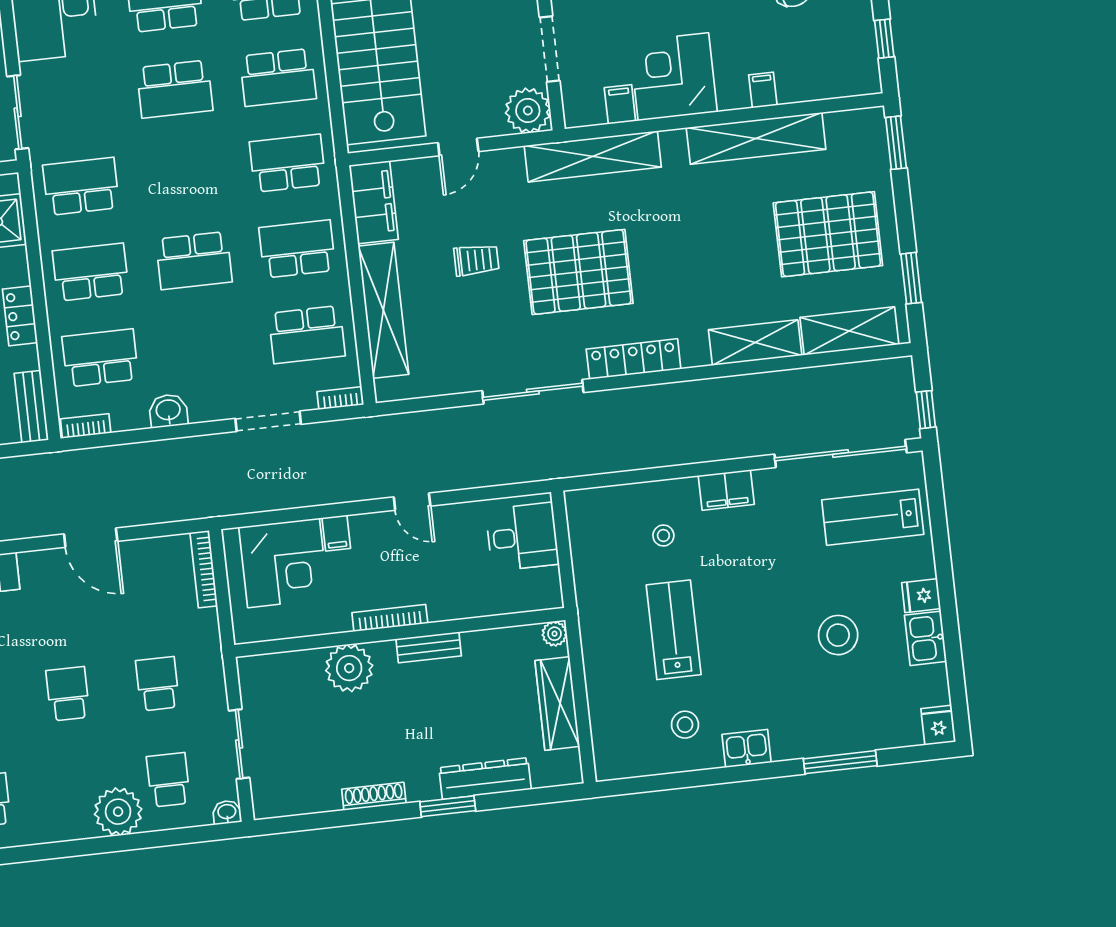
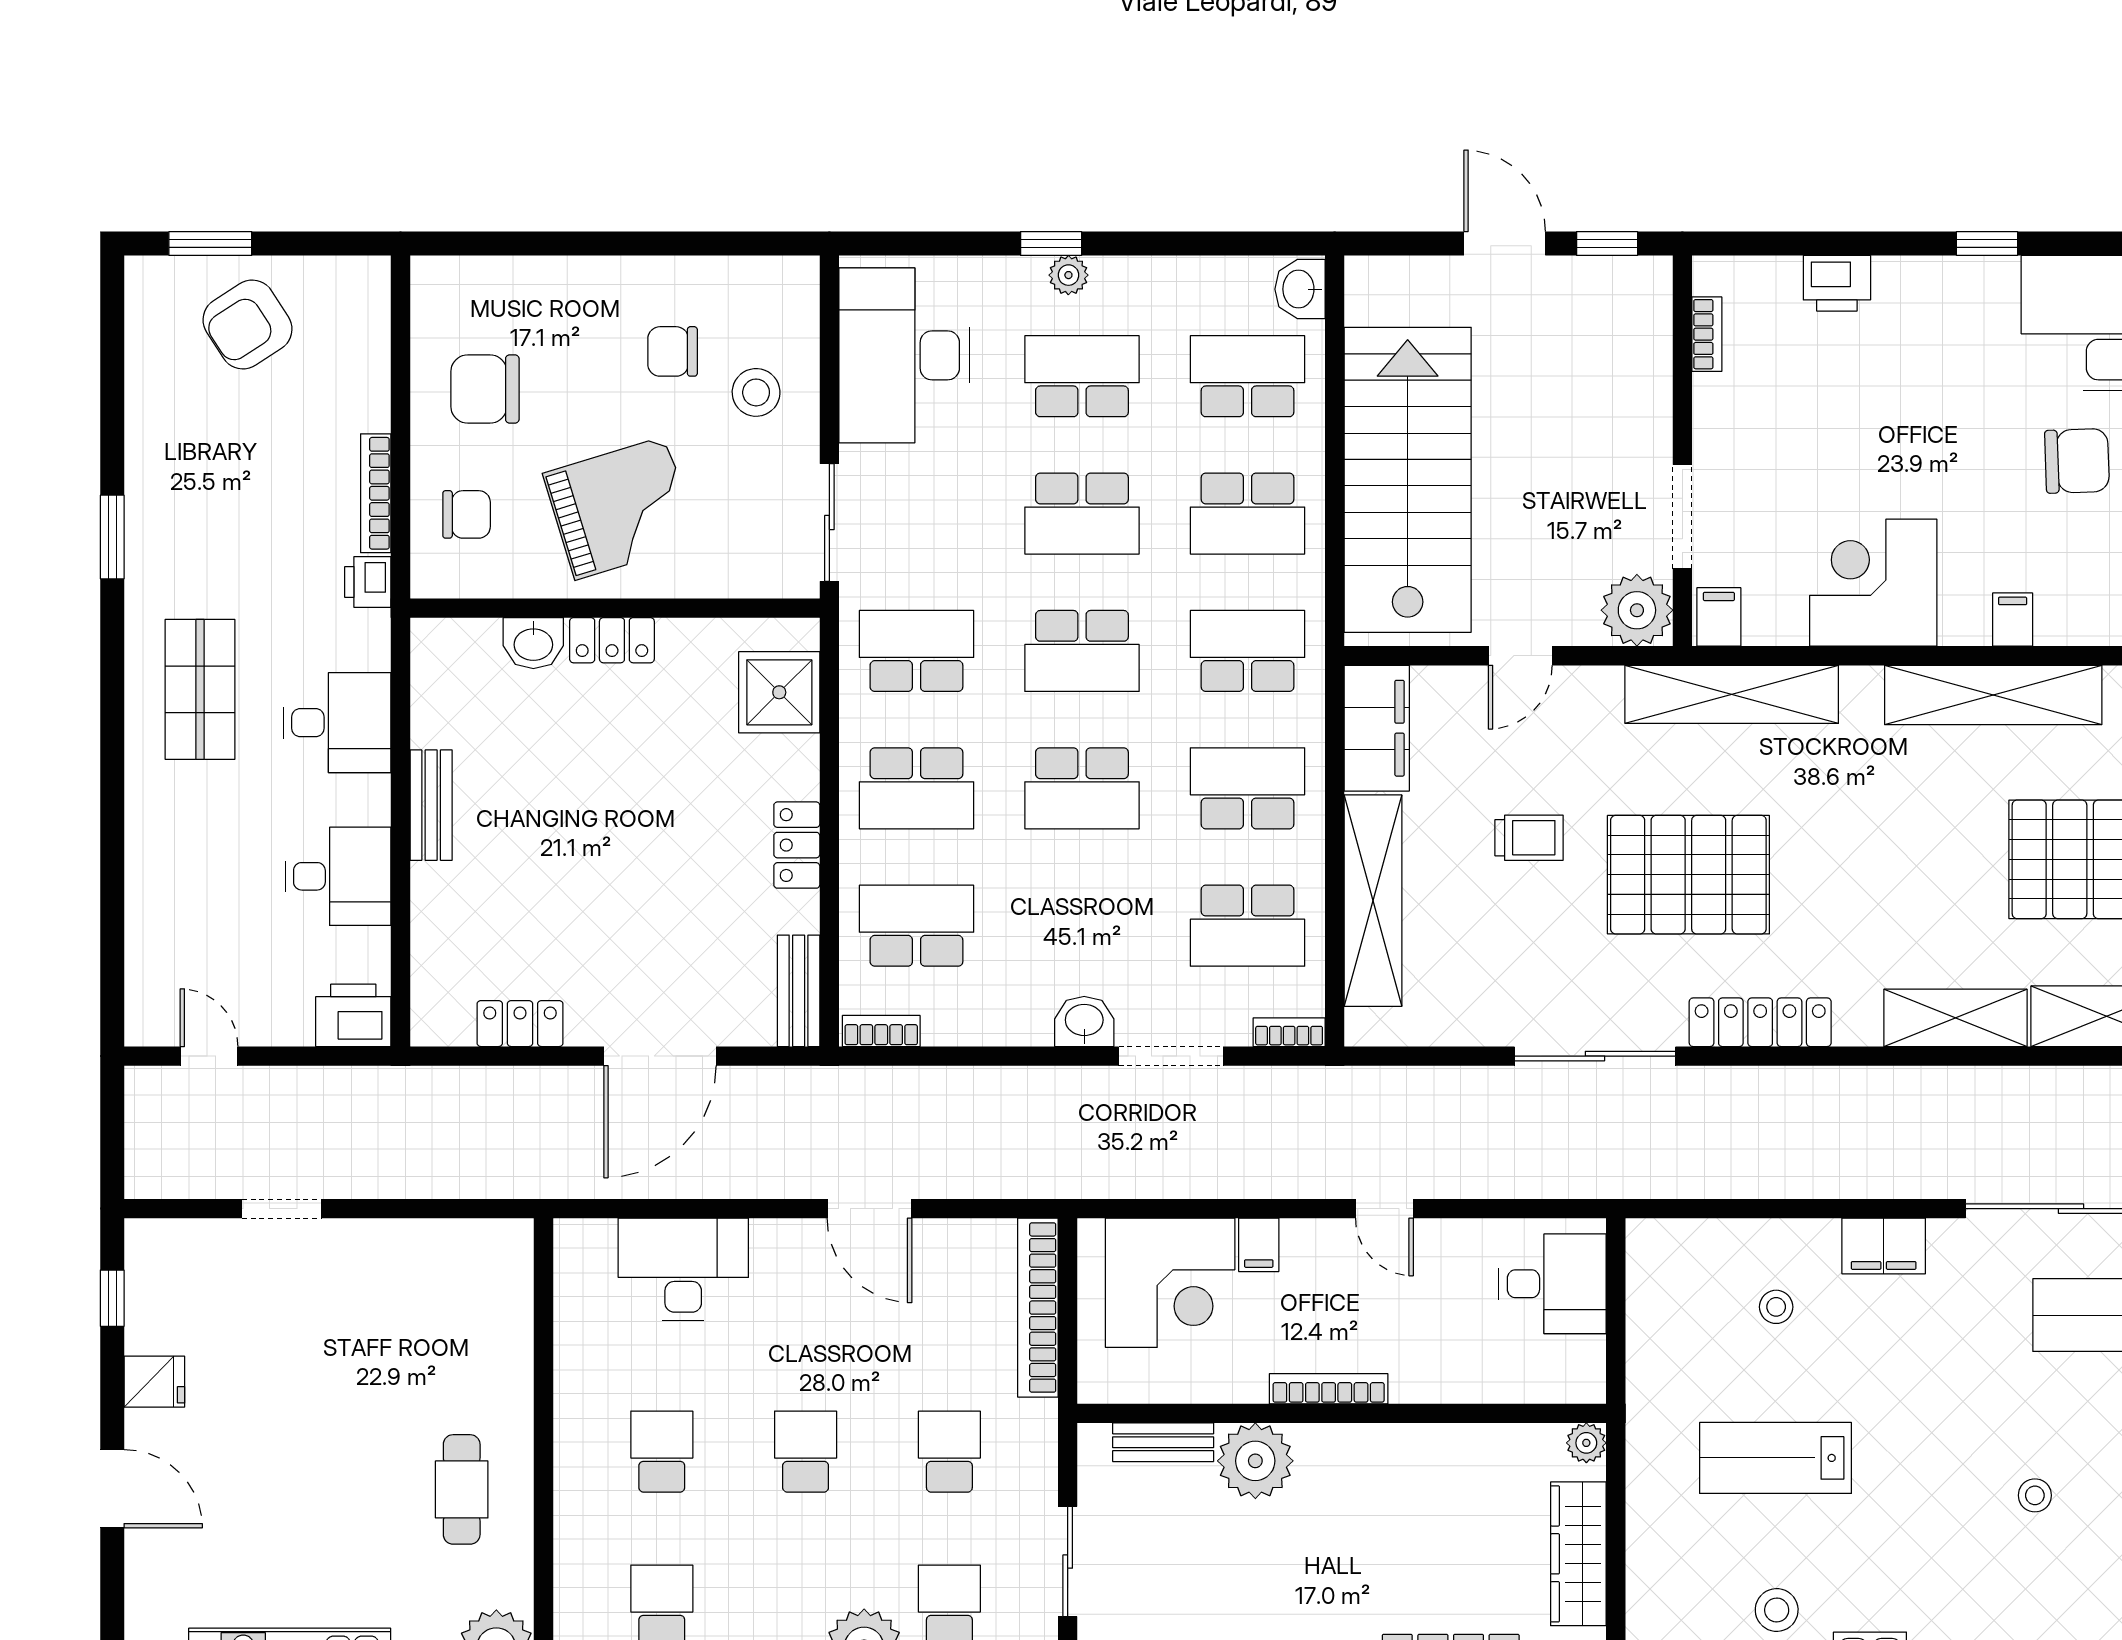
filing cabinet: (620, 104) -> (1719, 617), moved
school desk: (184, 175) -> (1082, 651), added
school desk: (91, 272) -> (916, 788), turned 180
washbasin: (168, 411) -> (1084, 1021), moved
bookcase: (204, 569) -> (1038, 1308), width x1.48, depth x1.31
lab bench: (674, 630) -> (1775, 1458), turned -90
stool: (838, 635) -> (2035, 1495), width x0.53, depth x0.53
bench: (429, 647) -> (1163, 1442), moved

